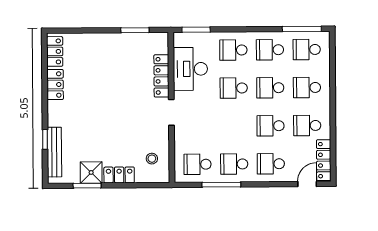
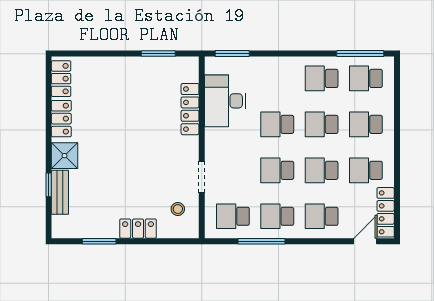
school desk: (233, 50) -> (277, 170), moved
doorway: (171, 112) -> (202, 177), moved
bench: (54, 152) -> (60, 192), width x0.73
shower: (91, 172) -> (64, 156), moved

